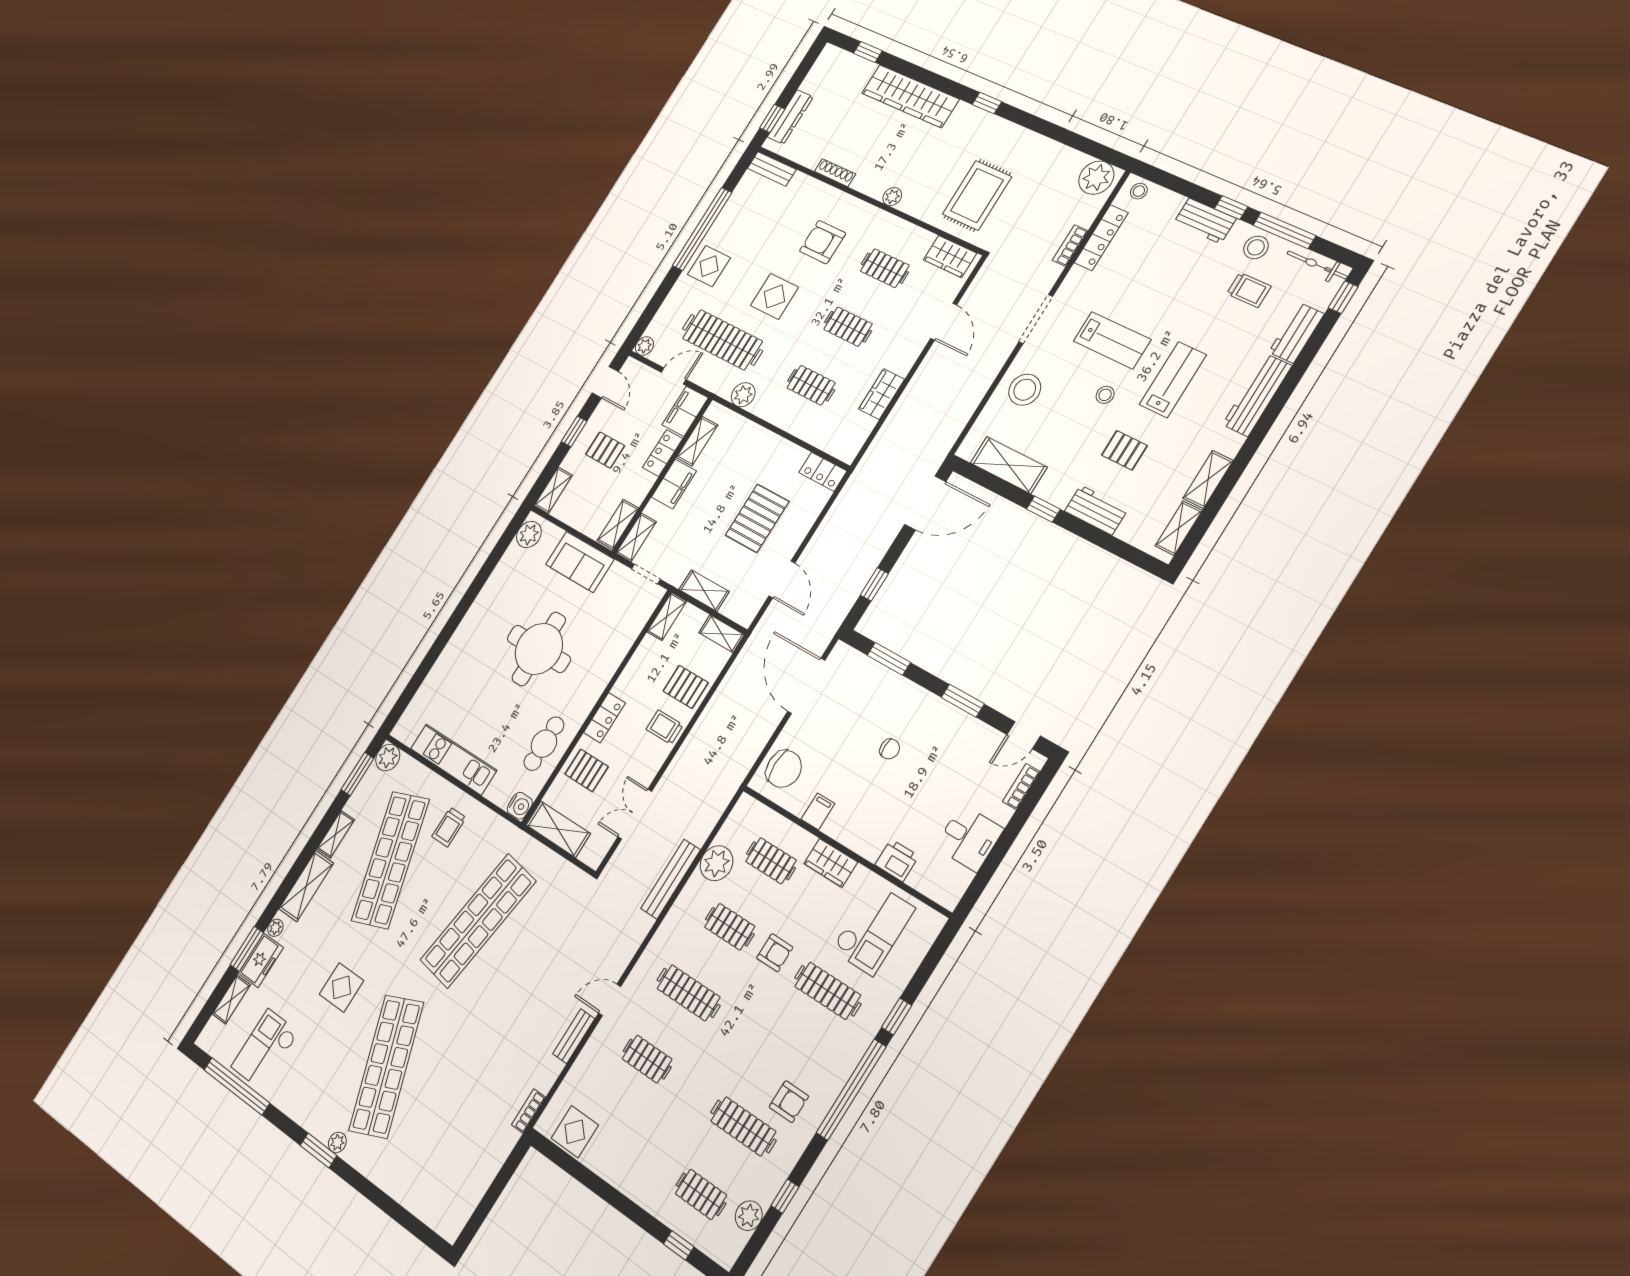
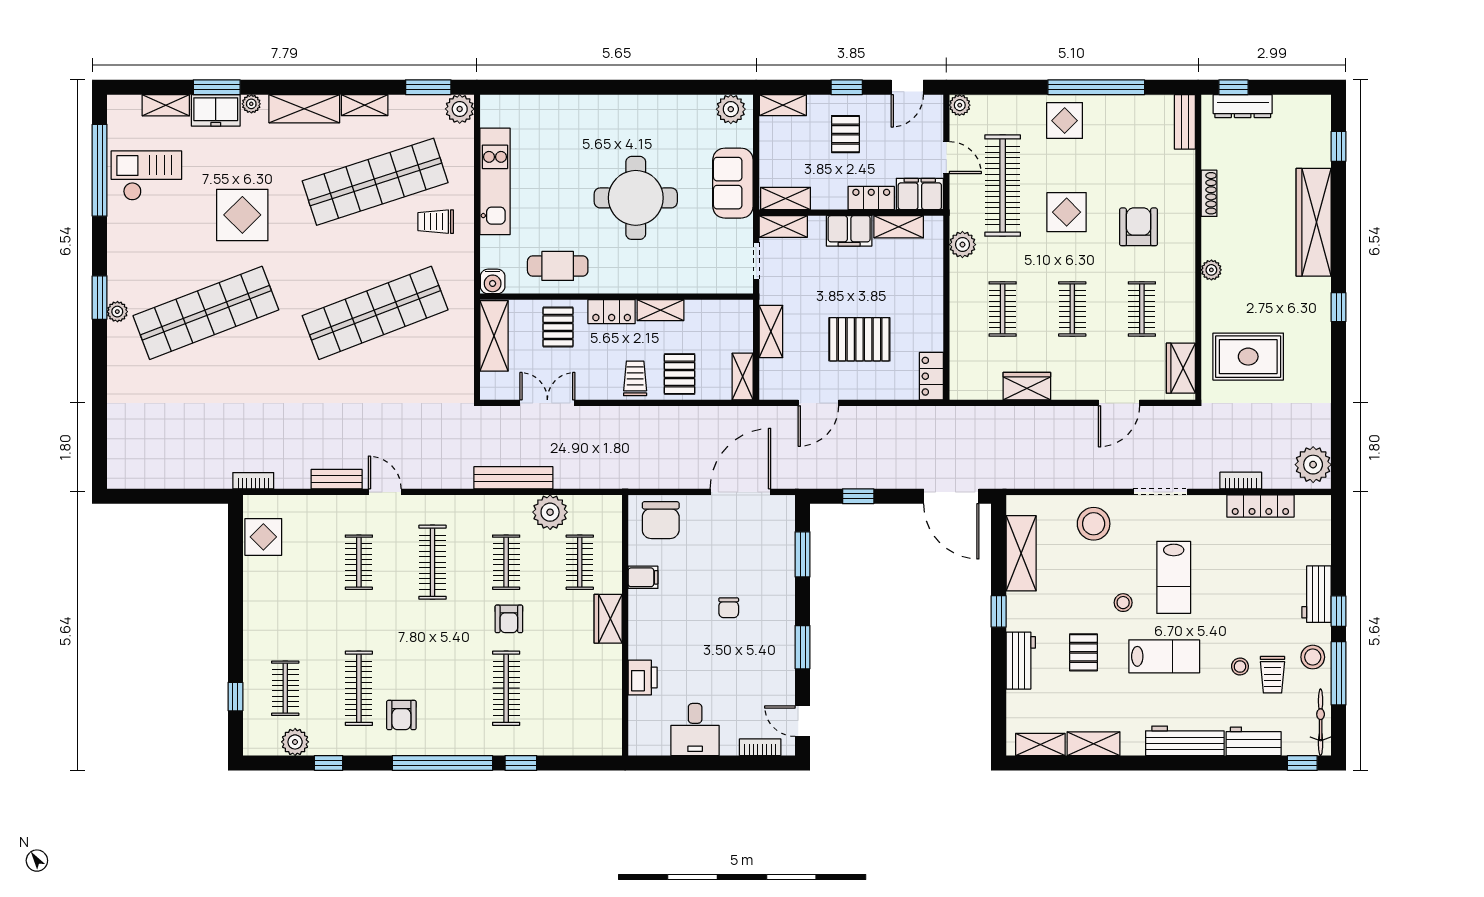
stool: (1139, 191) -> (1240, 667), moved
shelving: (667, 617) -> (660, 310), moved
shop shelf: (478, 921) -> (375, 313), turned -30
checkout: (873, 929) -> (577, 695), removed
display table: (341, 987) -> (242, 215), width x1.36, depth x1.36

